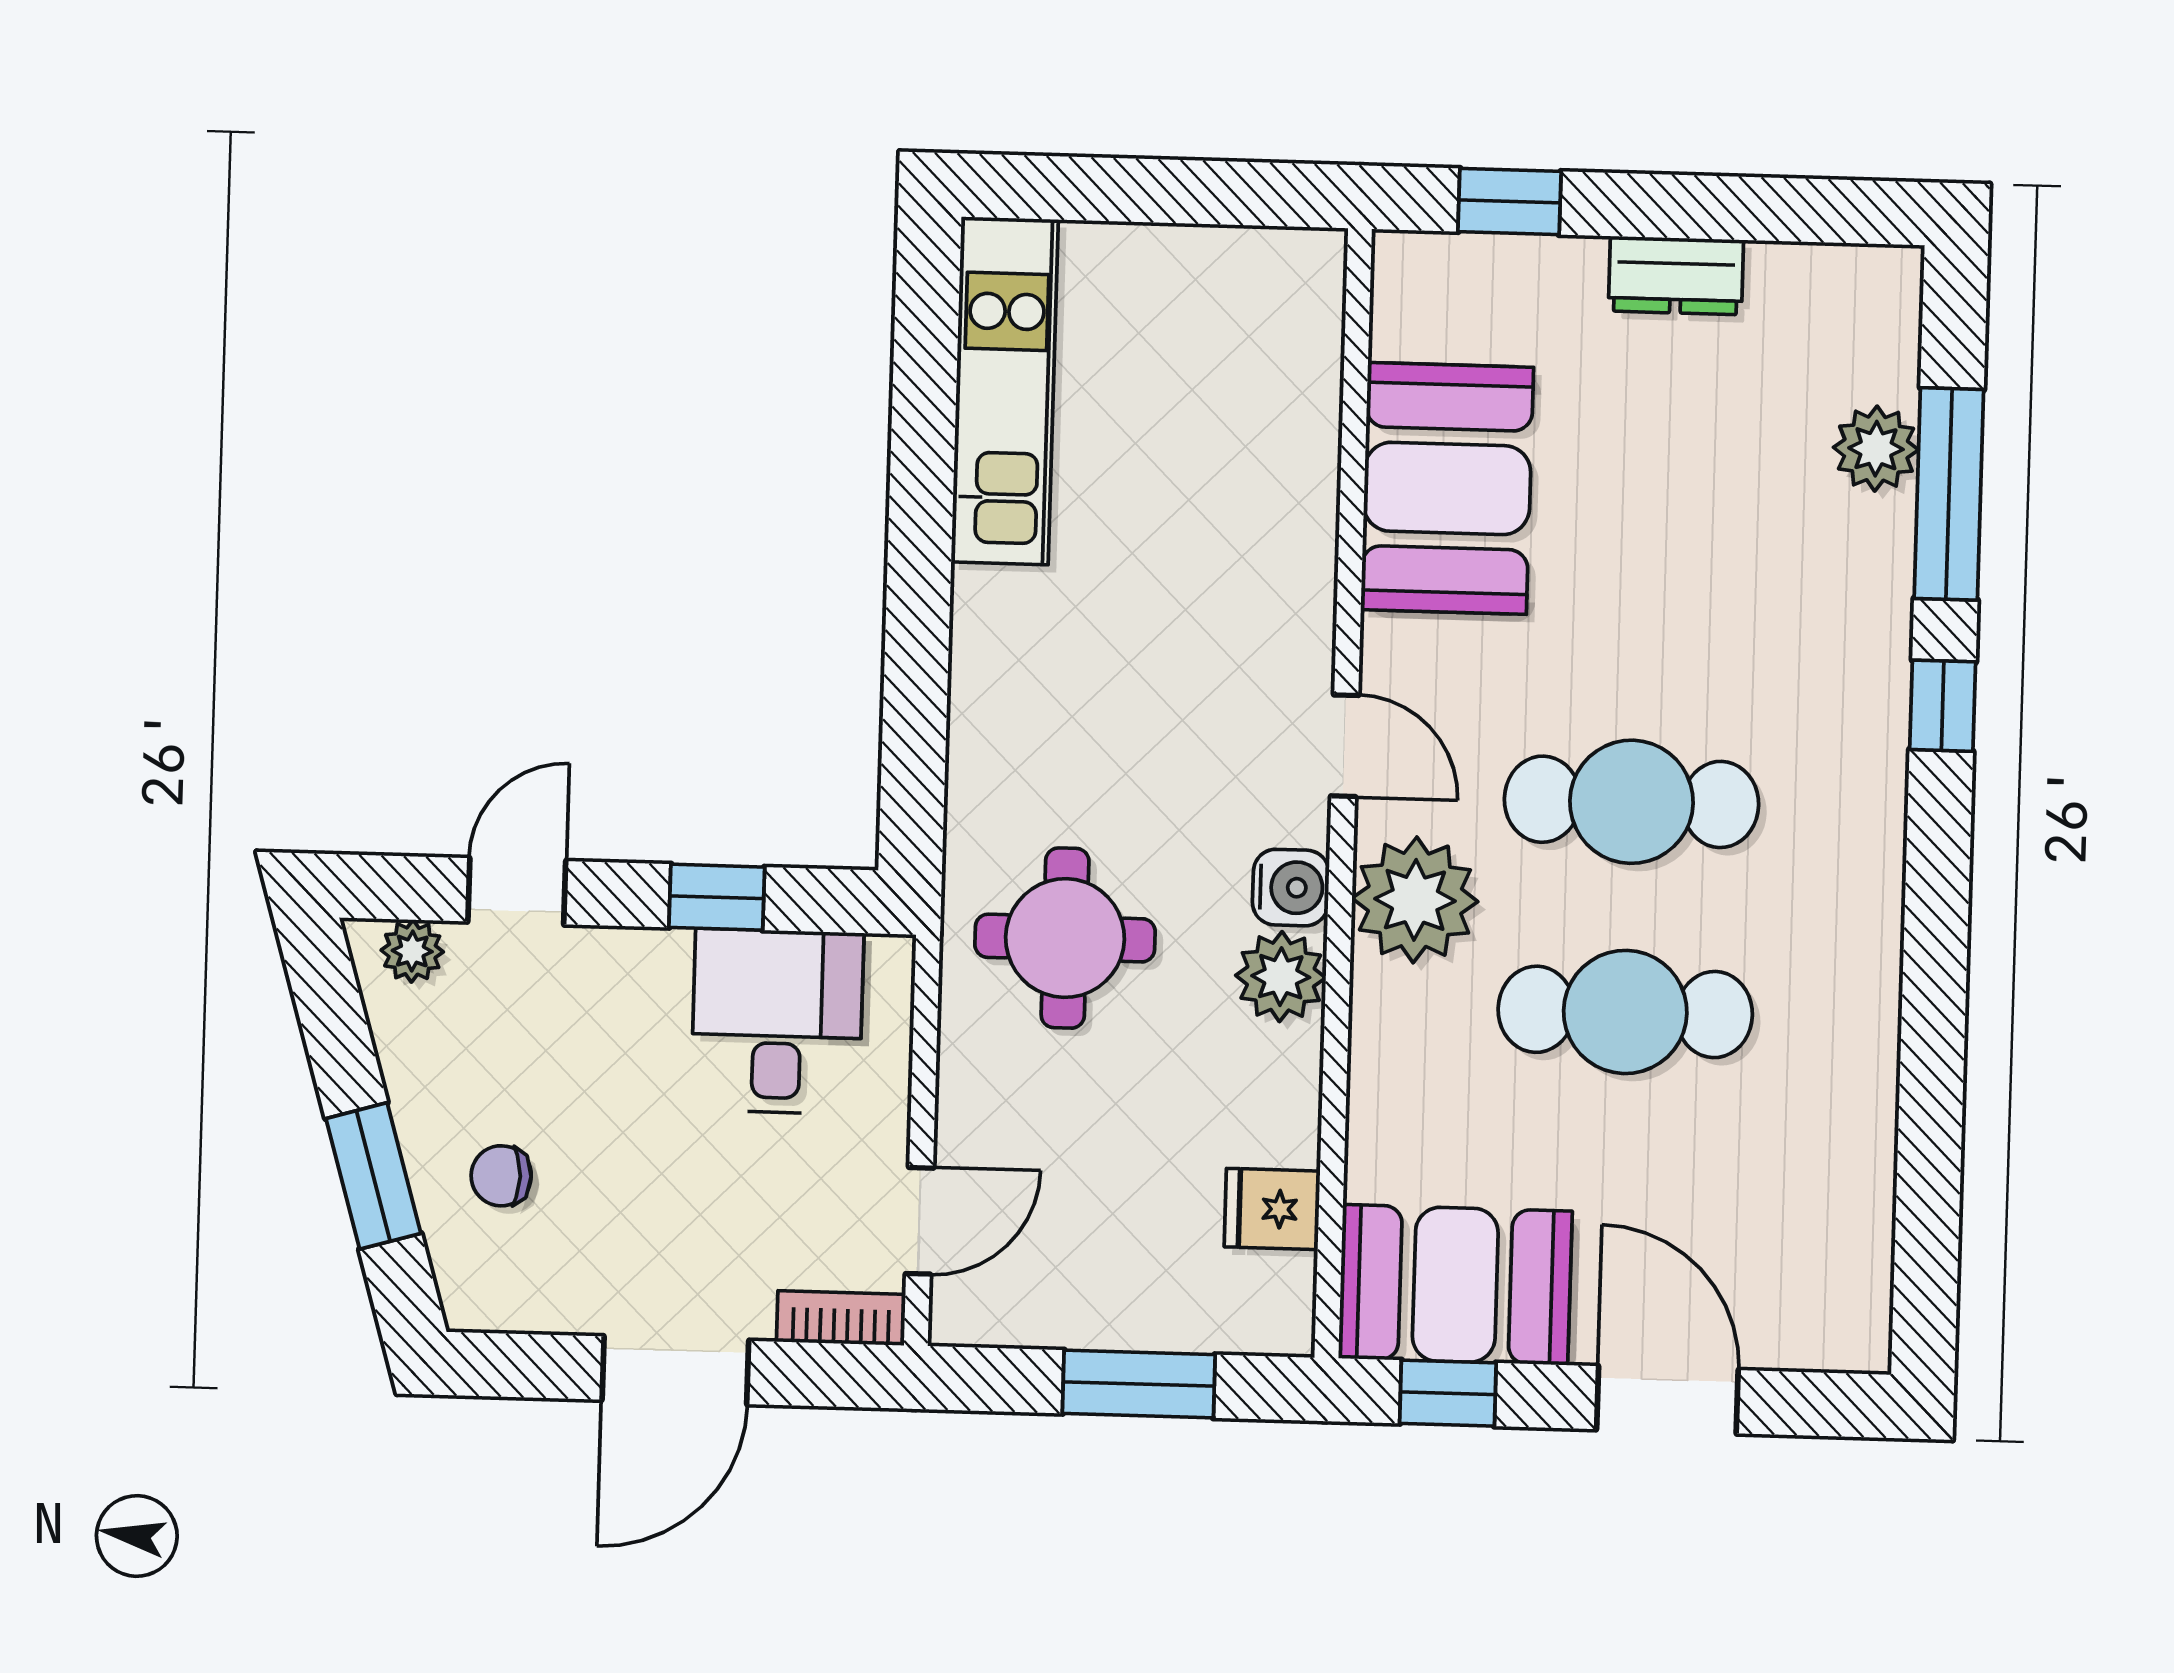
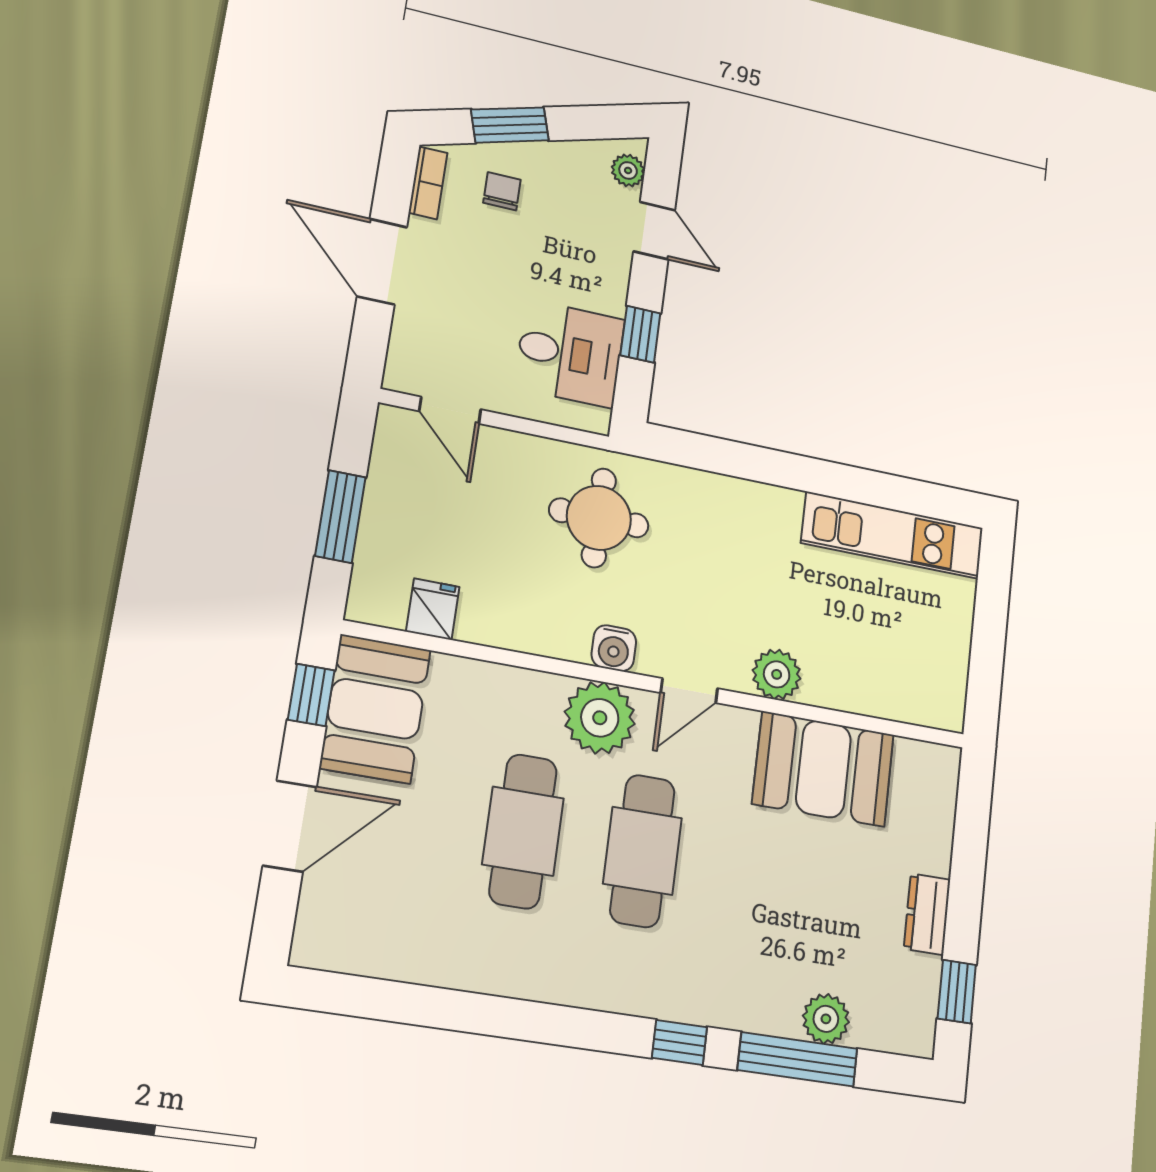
window: (1510, 201) -> (957, 992), moved
plant: (1281, 977) -> (777, 674), moved
bookcase: (841, 1318) -> (428, 183), moved

